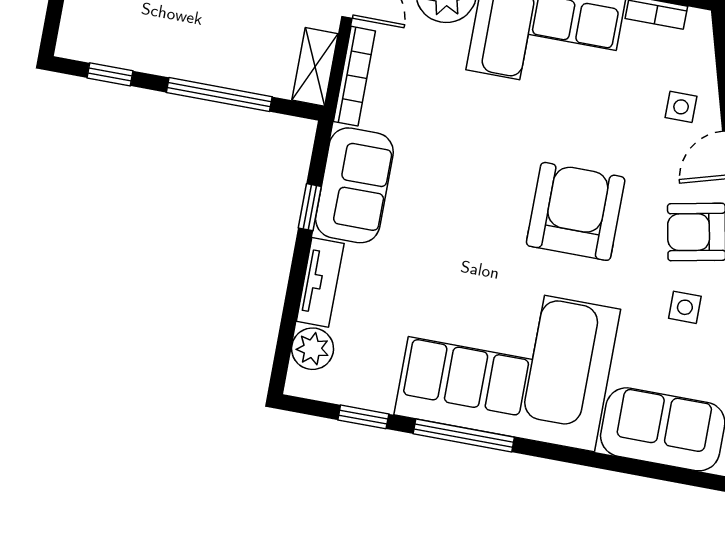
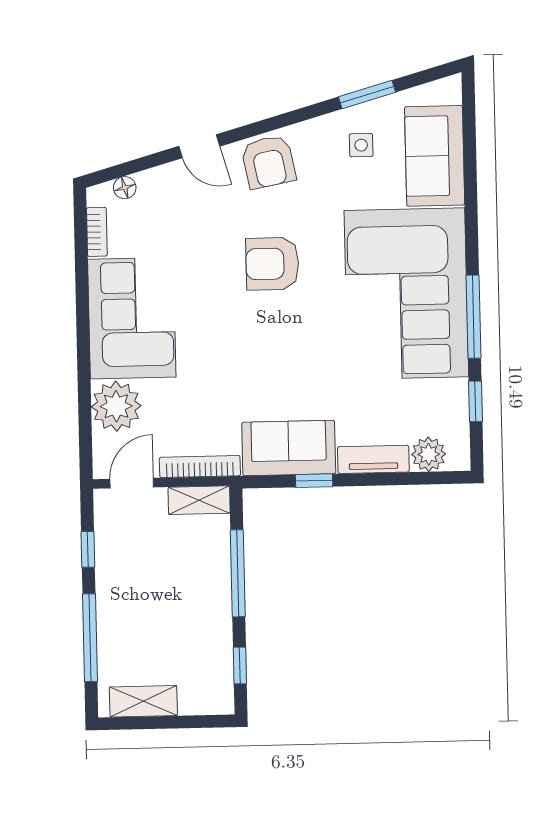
floor lamp: (702, 56) -> (125, 188), added
side table: (681, 107) -> (169, 196), removed
armchair: (576, 211) -> (272, 264), width x0.73, depth x0.73
side table: (685, 307) -> (361, 145), moved

